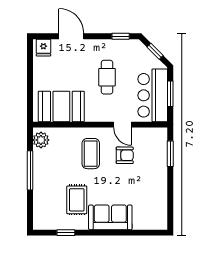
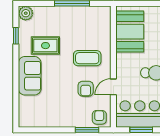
plant: (41, 140) -> (26, 13), moved
armchair: (156, 140) -> (99, 117), added

